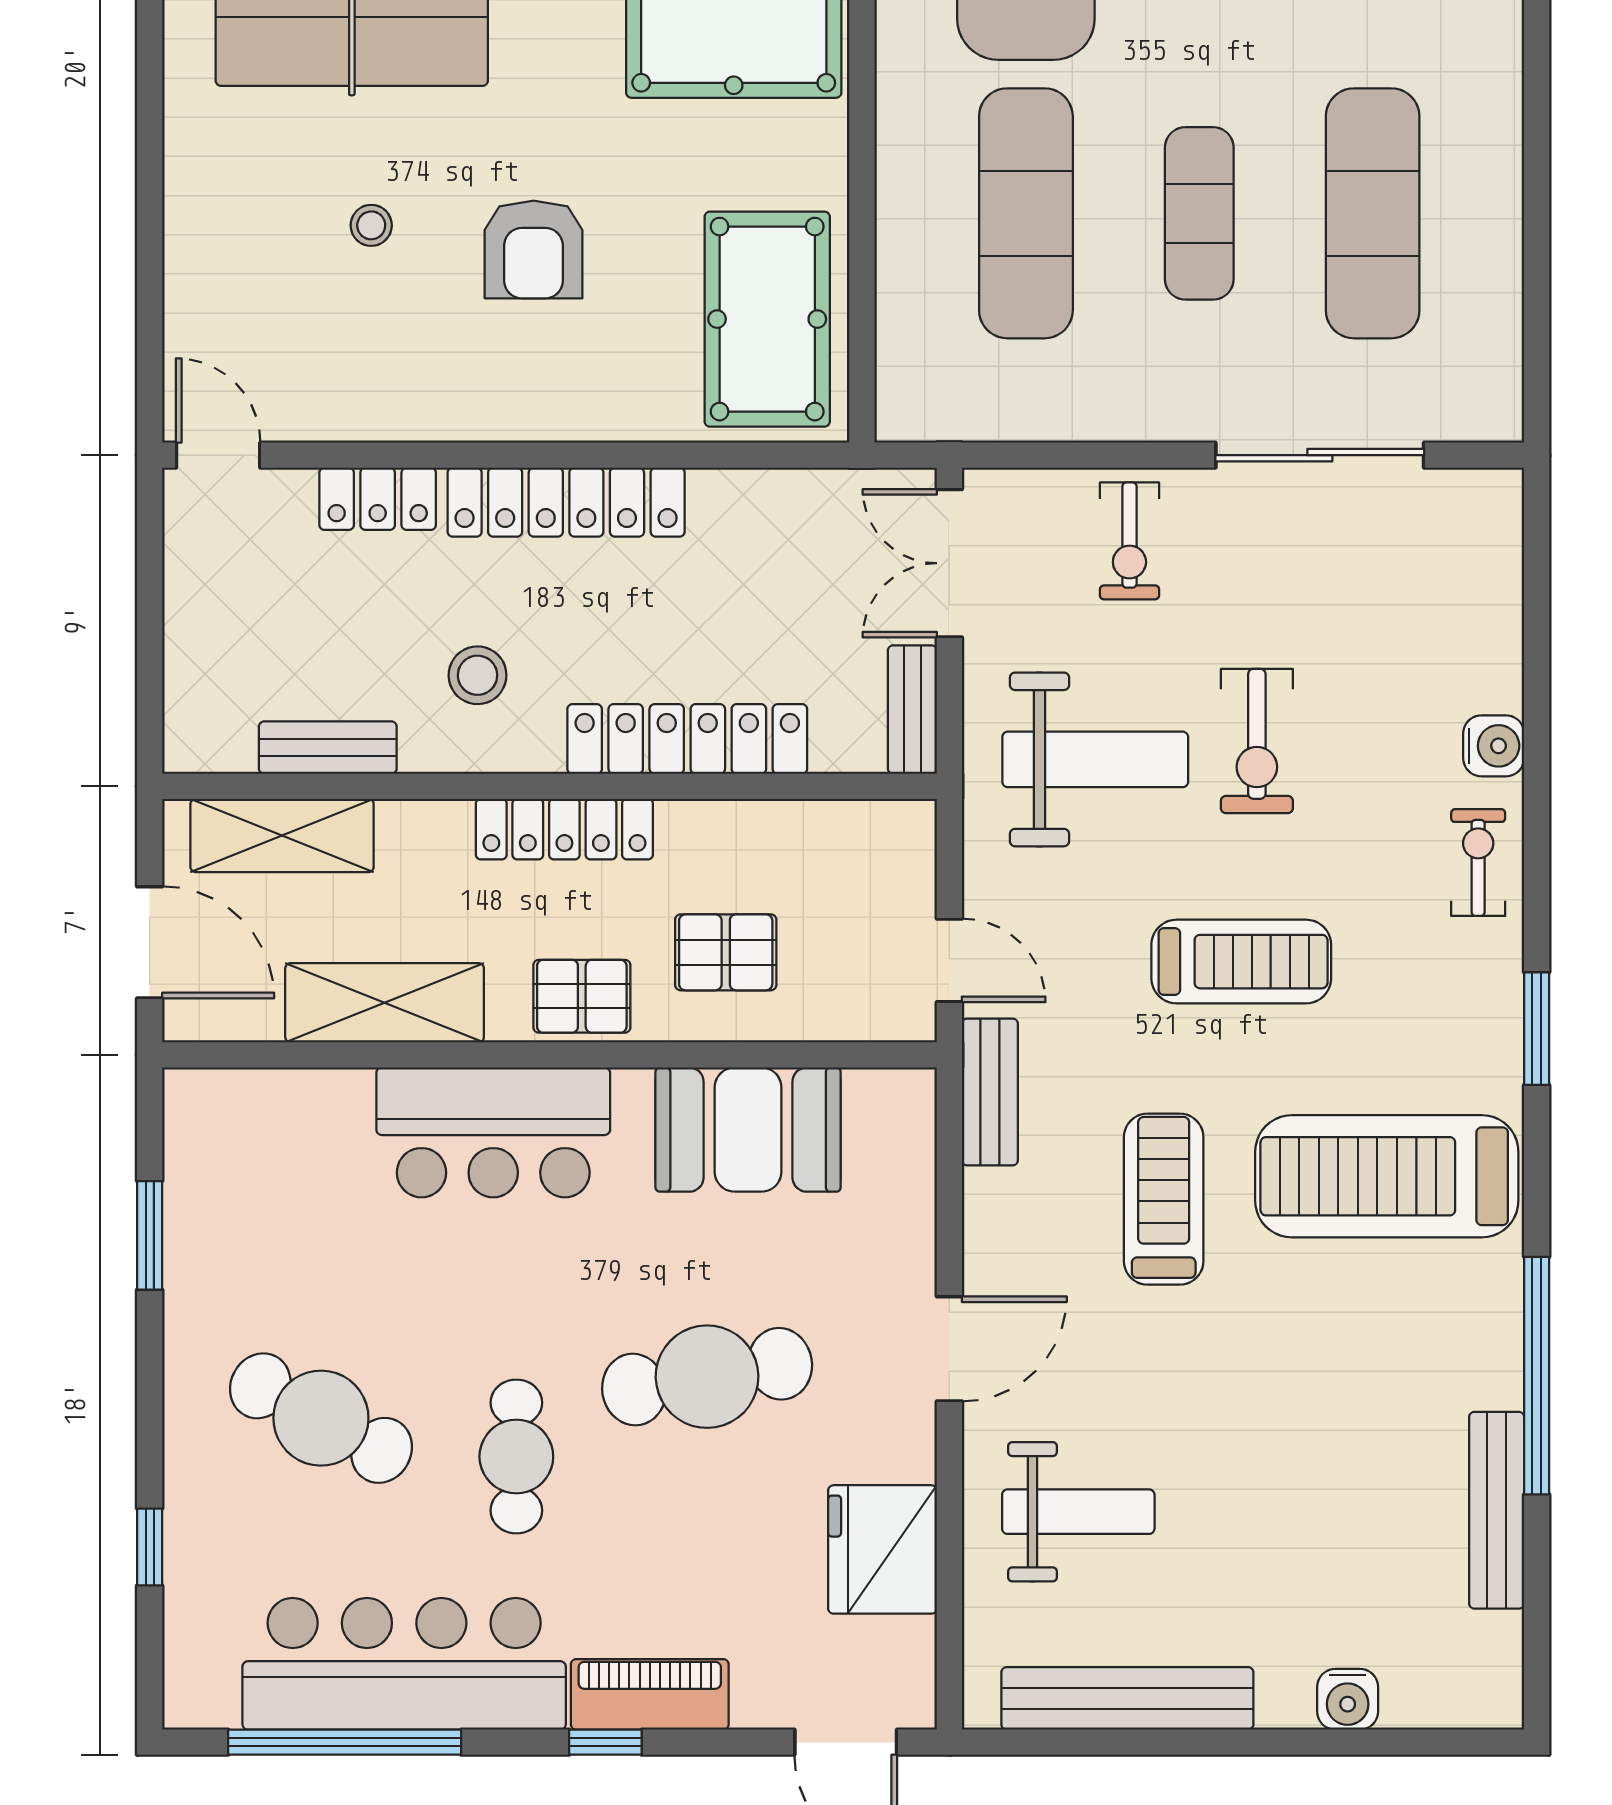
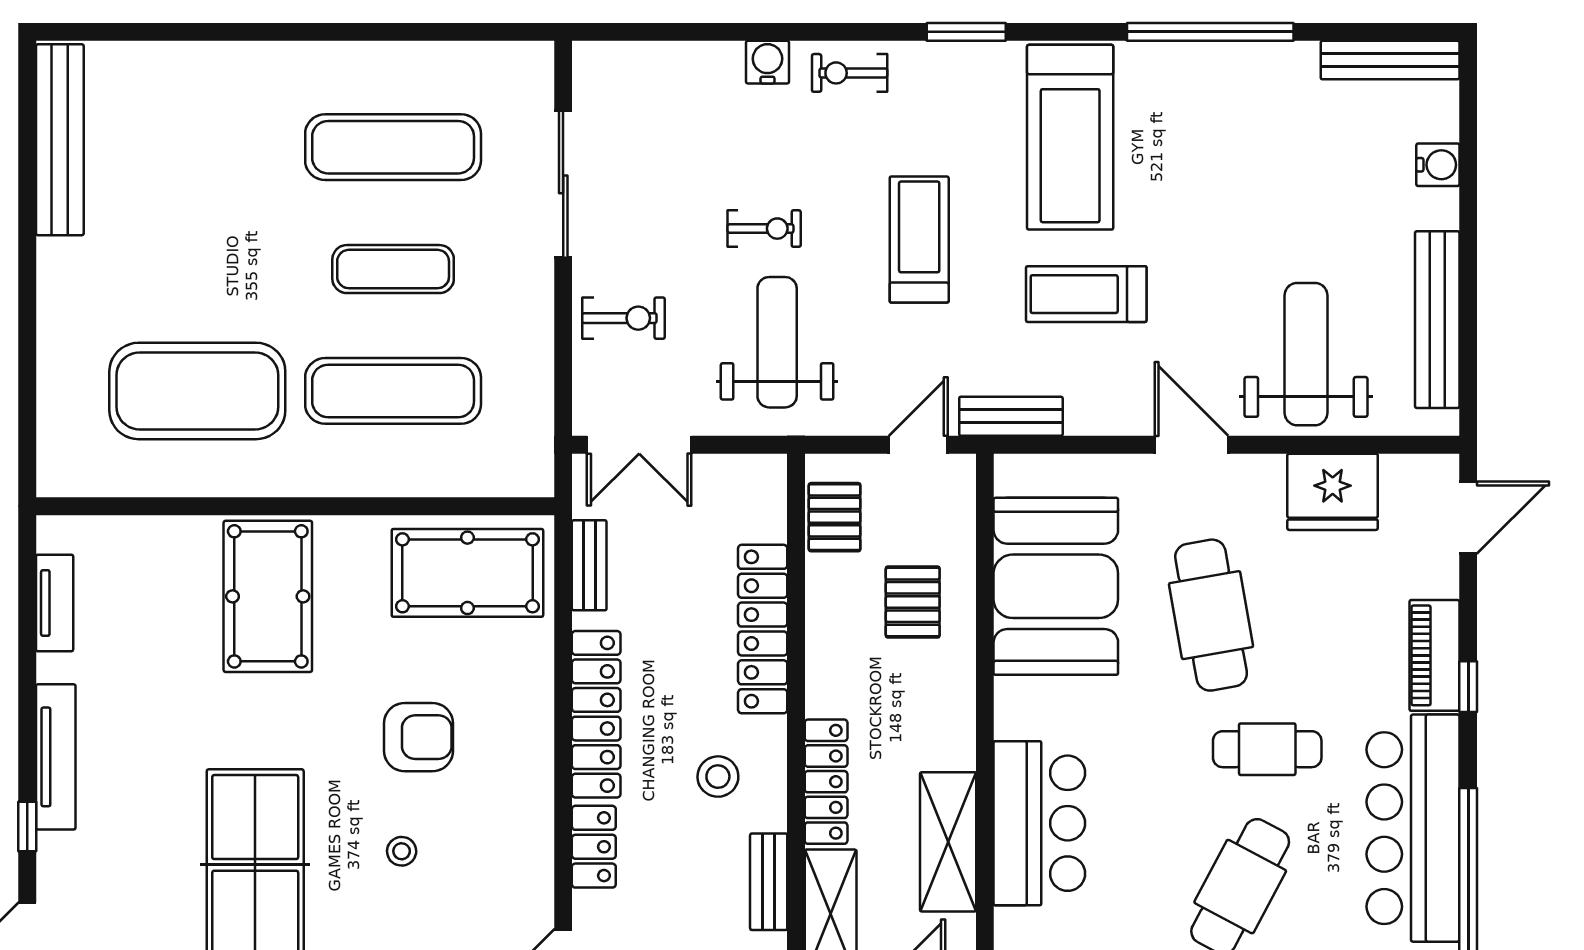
bench: (912, 710) -> (589, 565), moved, turned 90
exercise bike: (1257, 741) -> (764, 229), width x0.73, depth x0.72
locker: (564, 829) -> (826, 782), moved
pallet: (582, 996) -> (835, 517), moved
booth: (748, 1130) -> (1056, 586), width x1.36, depth x1.42
bar counter: (493, 1132) -> (1039, 823), moved
bench: (1497, 1510) -> (1390, 60), moved
weight bench: (1078, 1512) -> (1306, 354), width x1.36, depth x1.33

